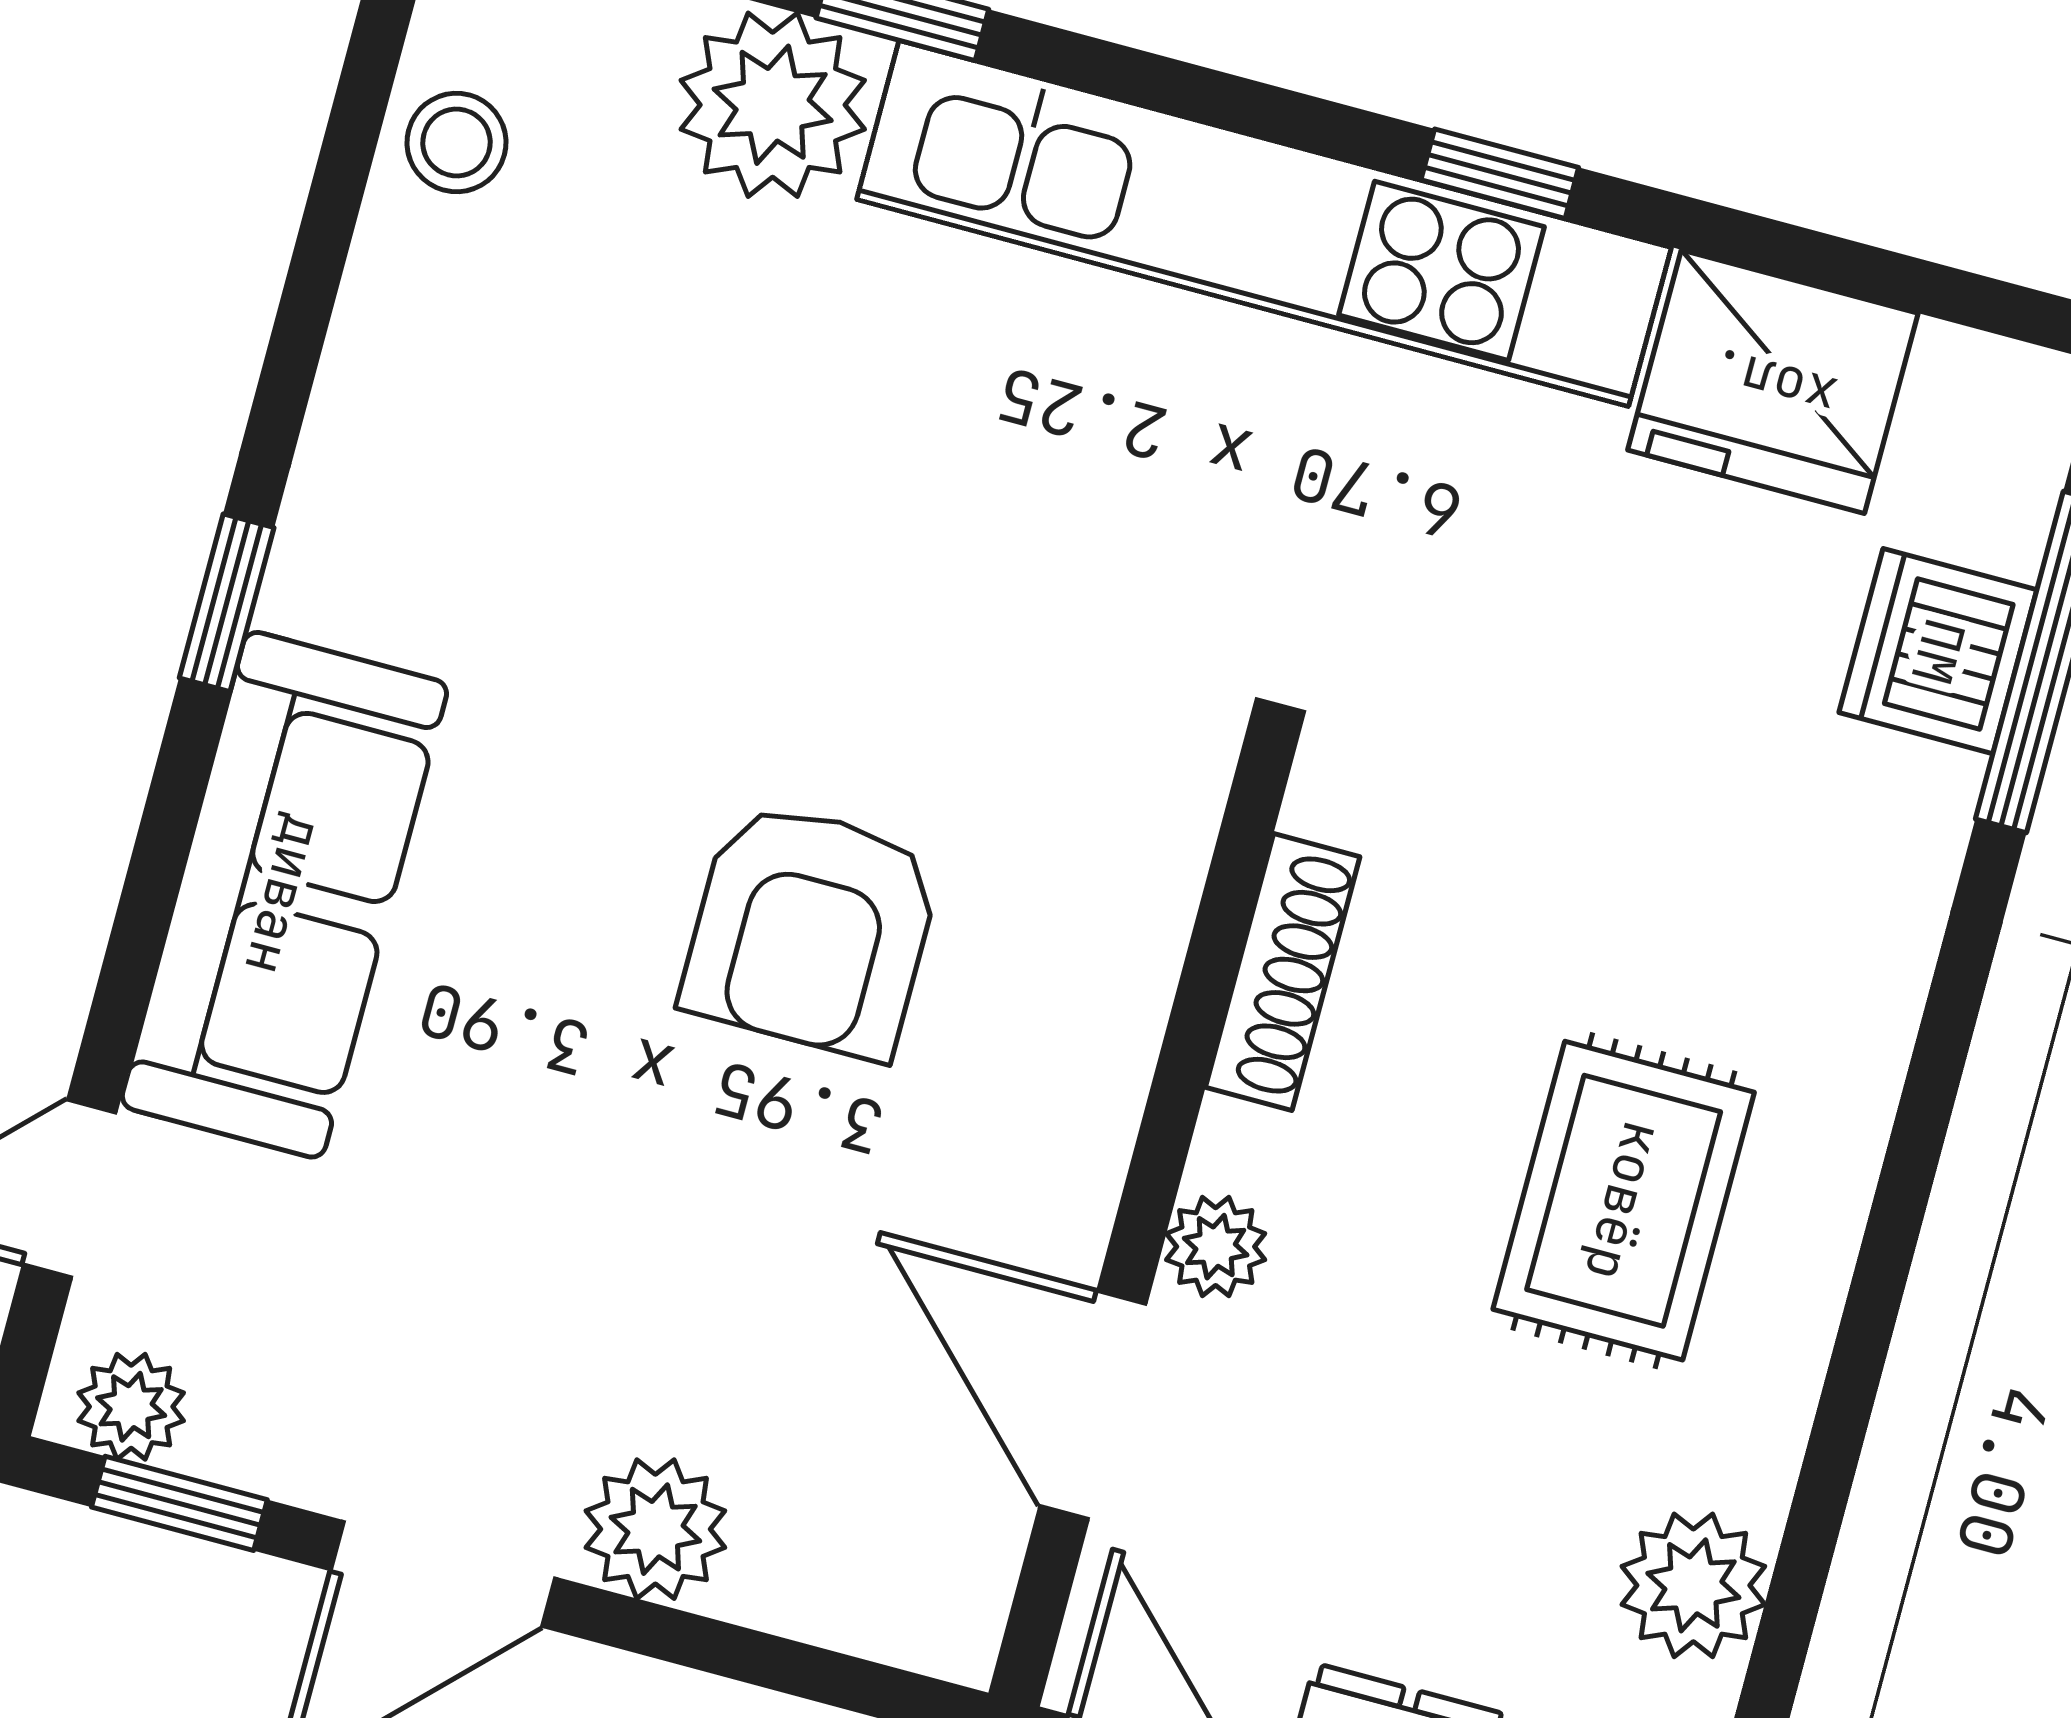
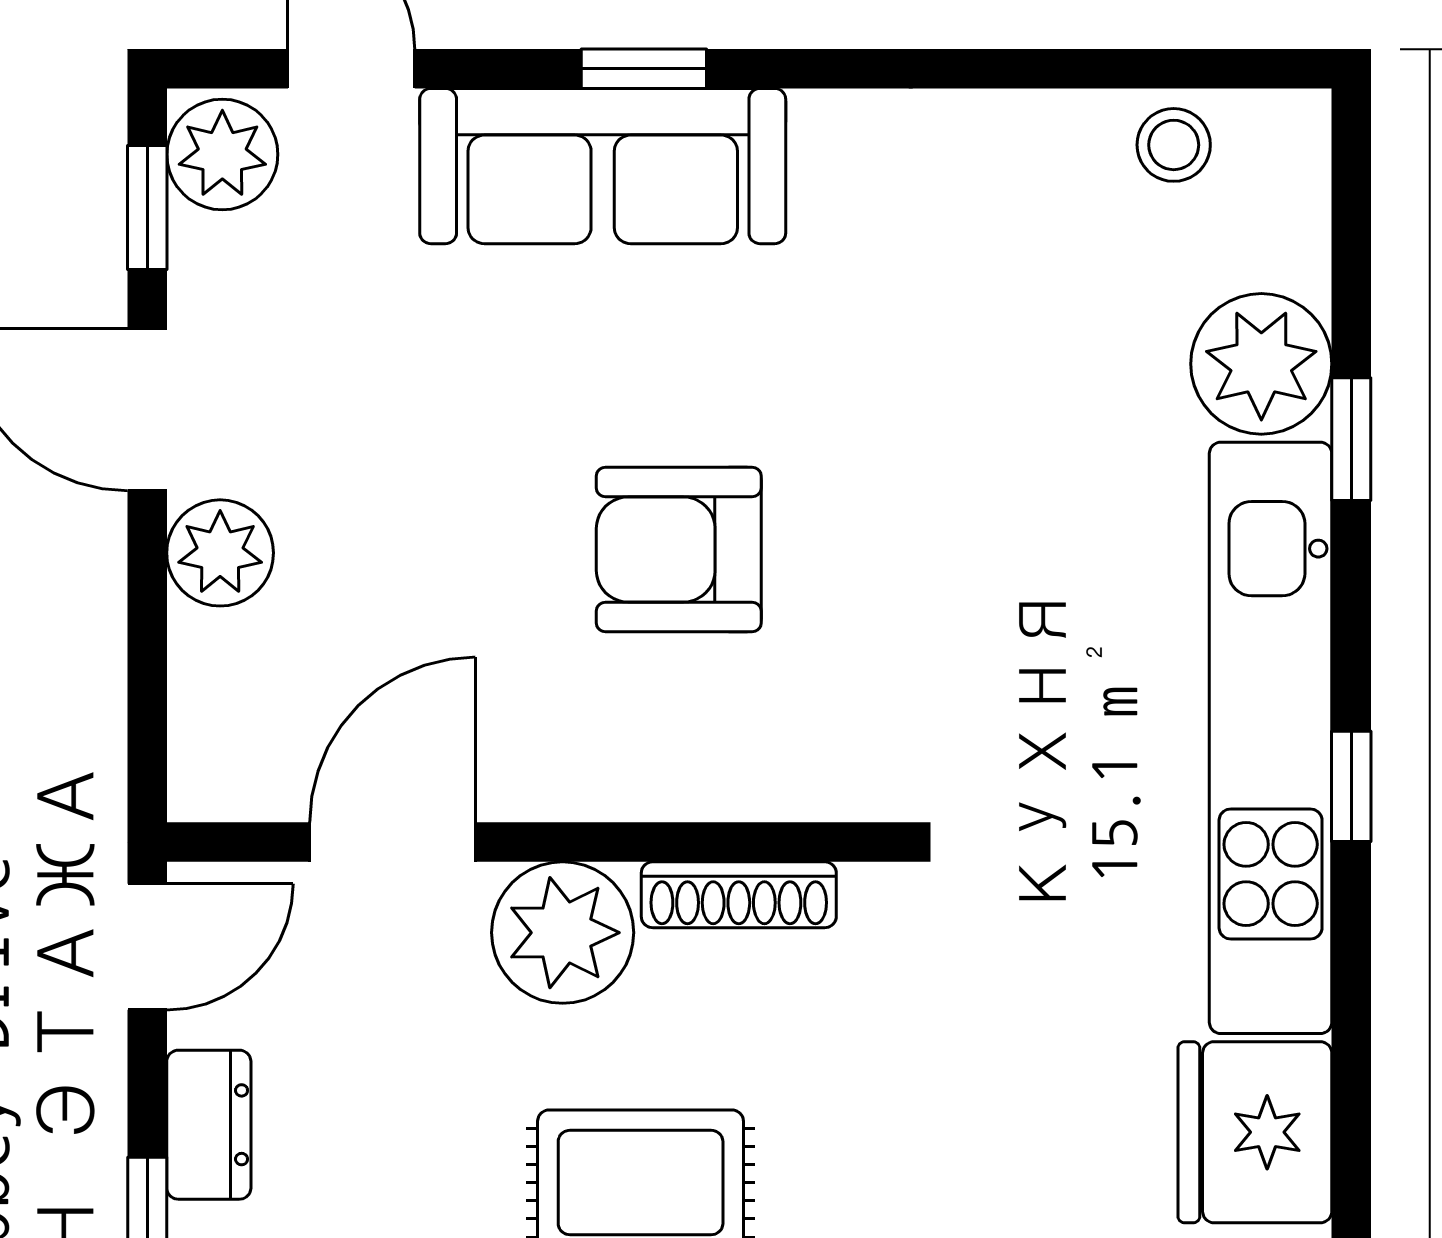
window: (1500, 174) -> (1351, 786), moved
window: (227, 603) -> (644, 69), moved
plant: (1216, 1247) -> (563, 933), width x1.87, depth x1.87
plant: (131, 1407) -> (222, 154), width x1.38, depth x1.38

